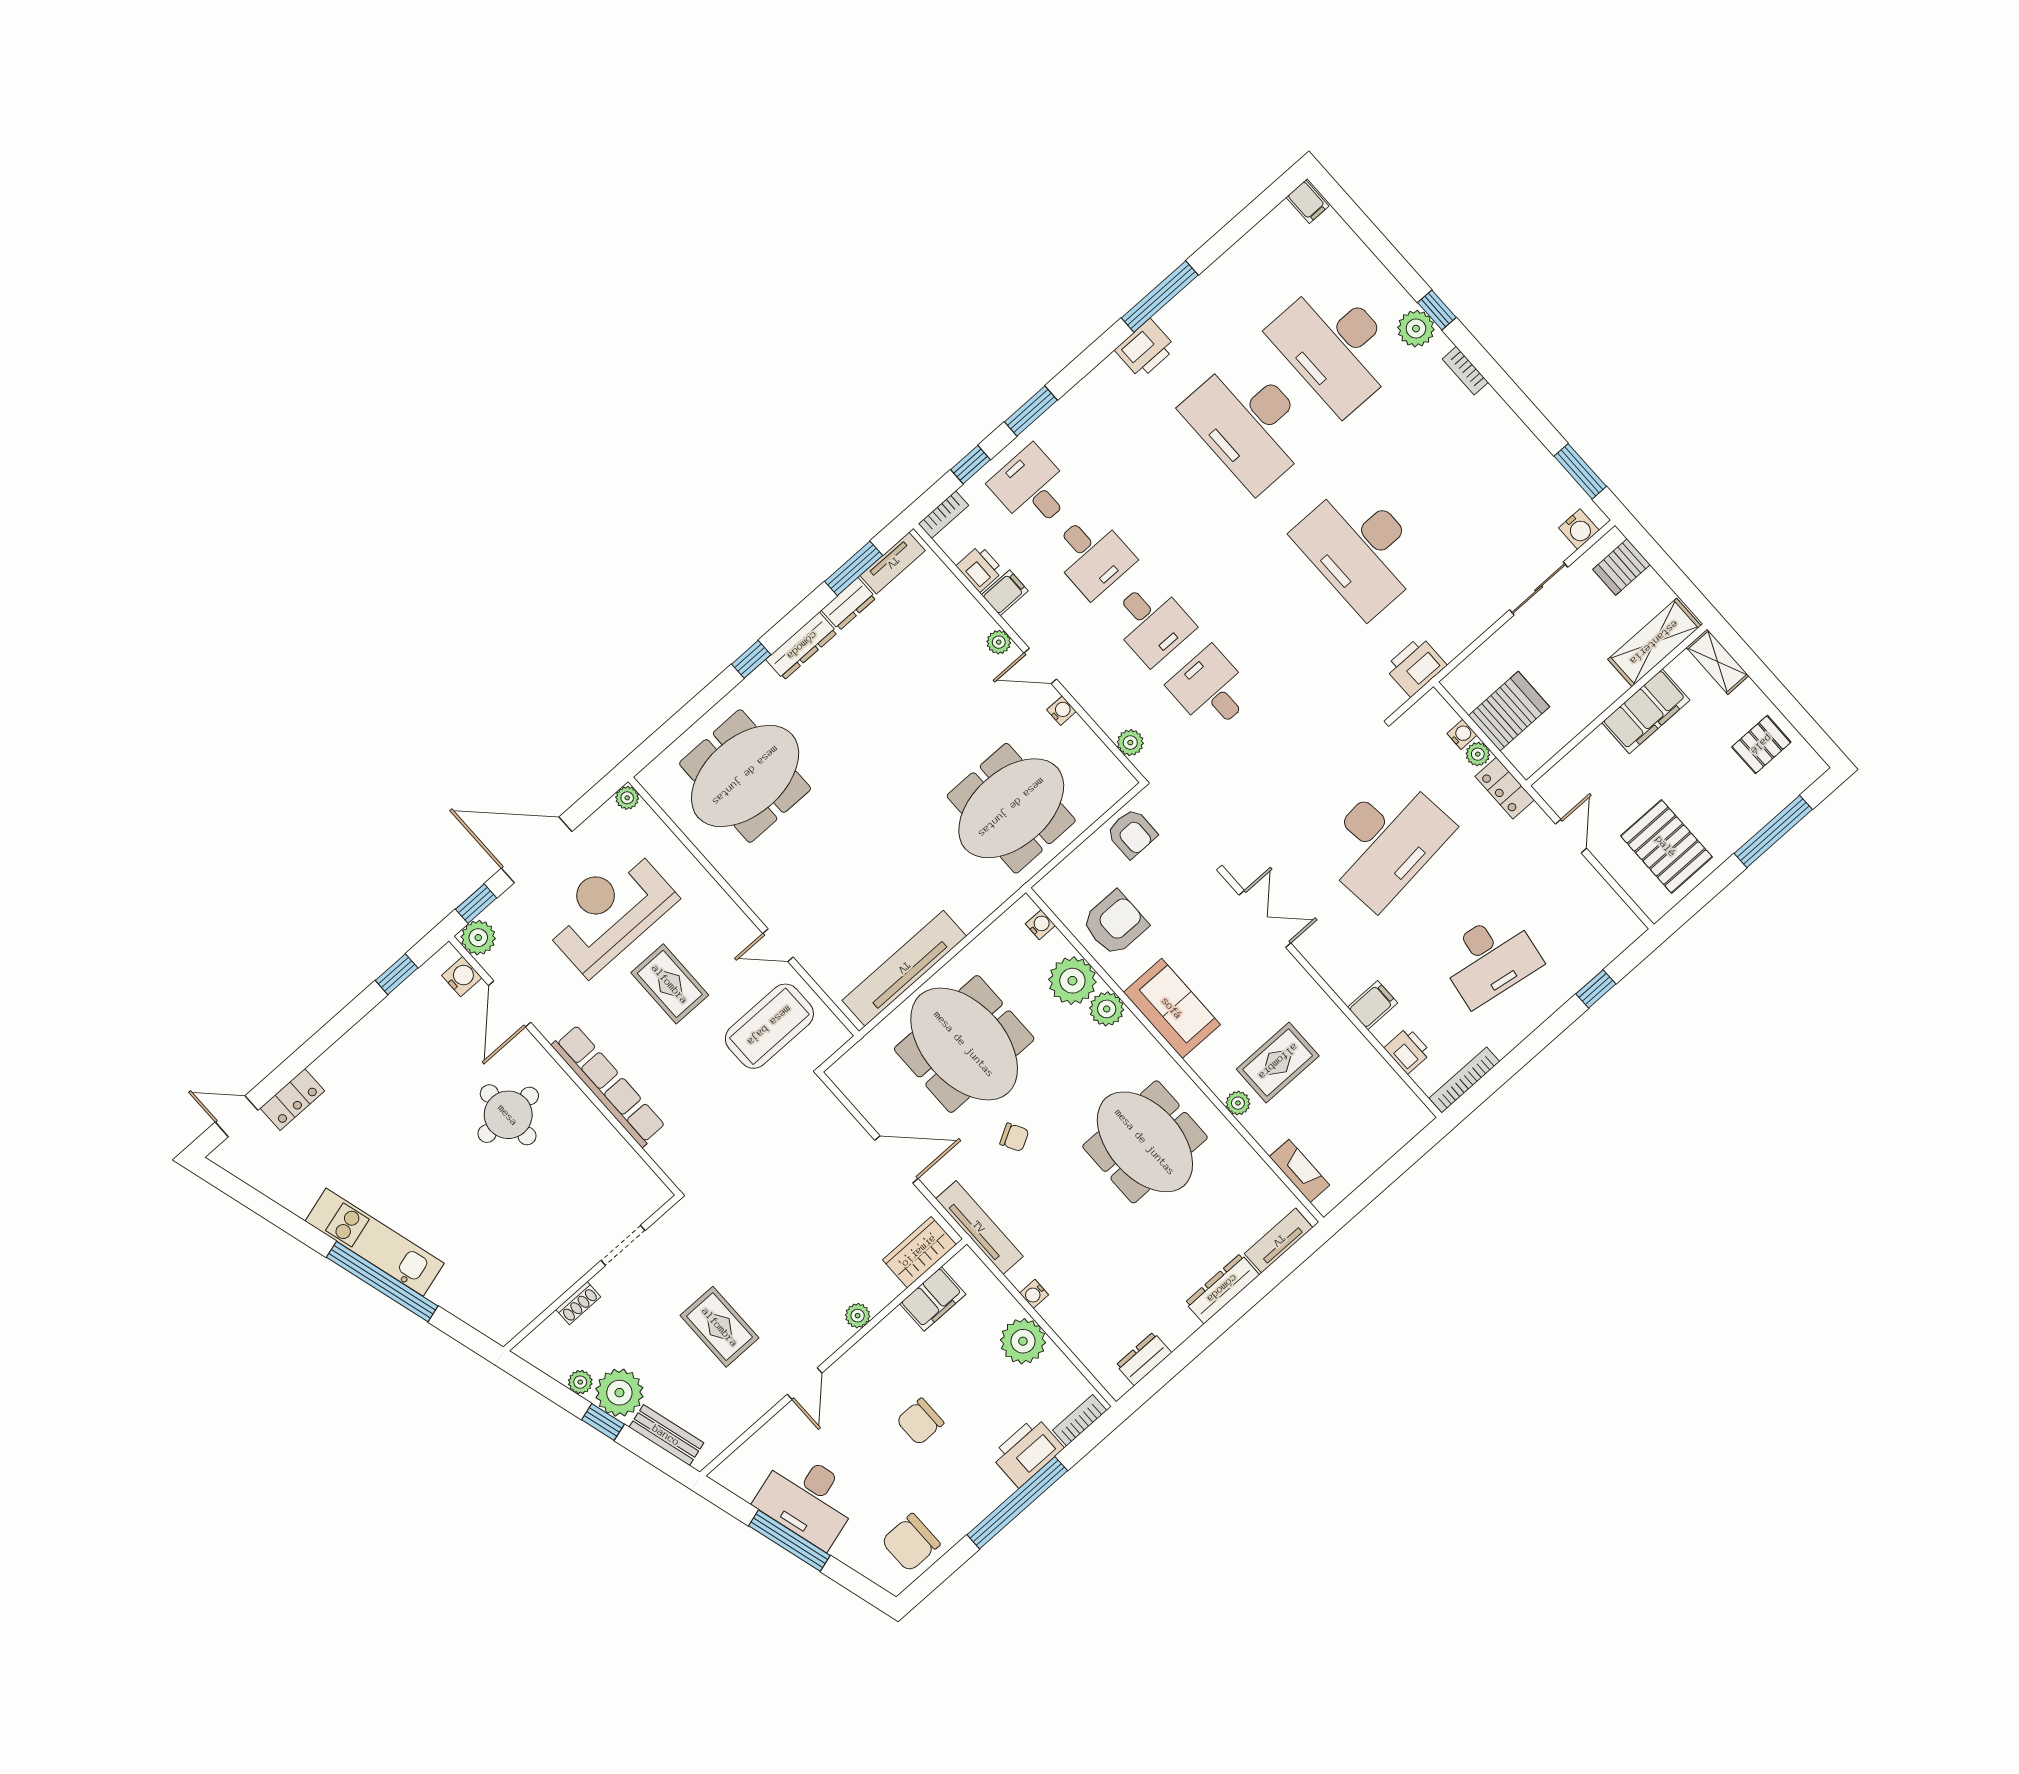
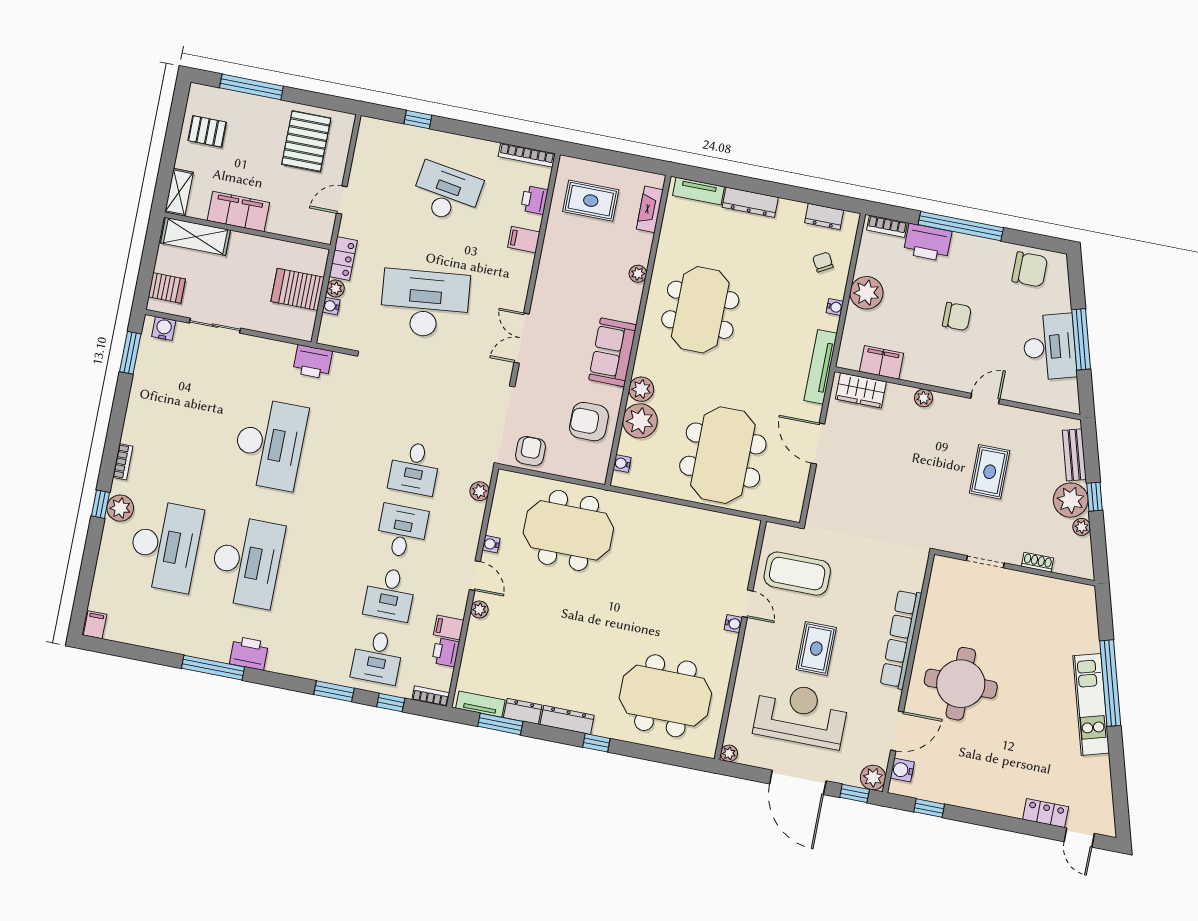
desk: (1092, 555) -> (390, 594), turned 180
reception desk: (609, 911) -> (801, 715), turned 180
water cooler: (768, 913) -> (733, 624), added
tv unit: (904, 968) -> (706, 522), removed
rug: (1278, 1062) -> (591, 201), moved
round table: (508, 1115) -> (961, 684), width x1.36, depth x1.36
chair: (1014, 1137) -> (823, 262), moved

